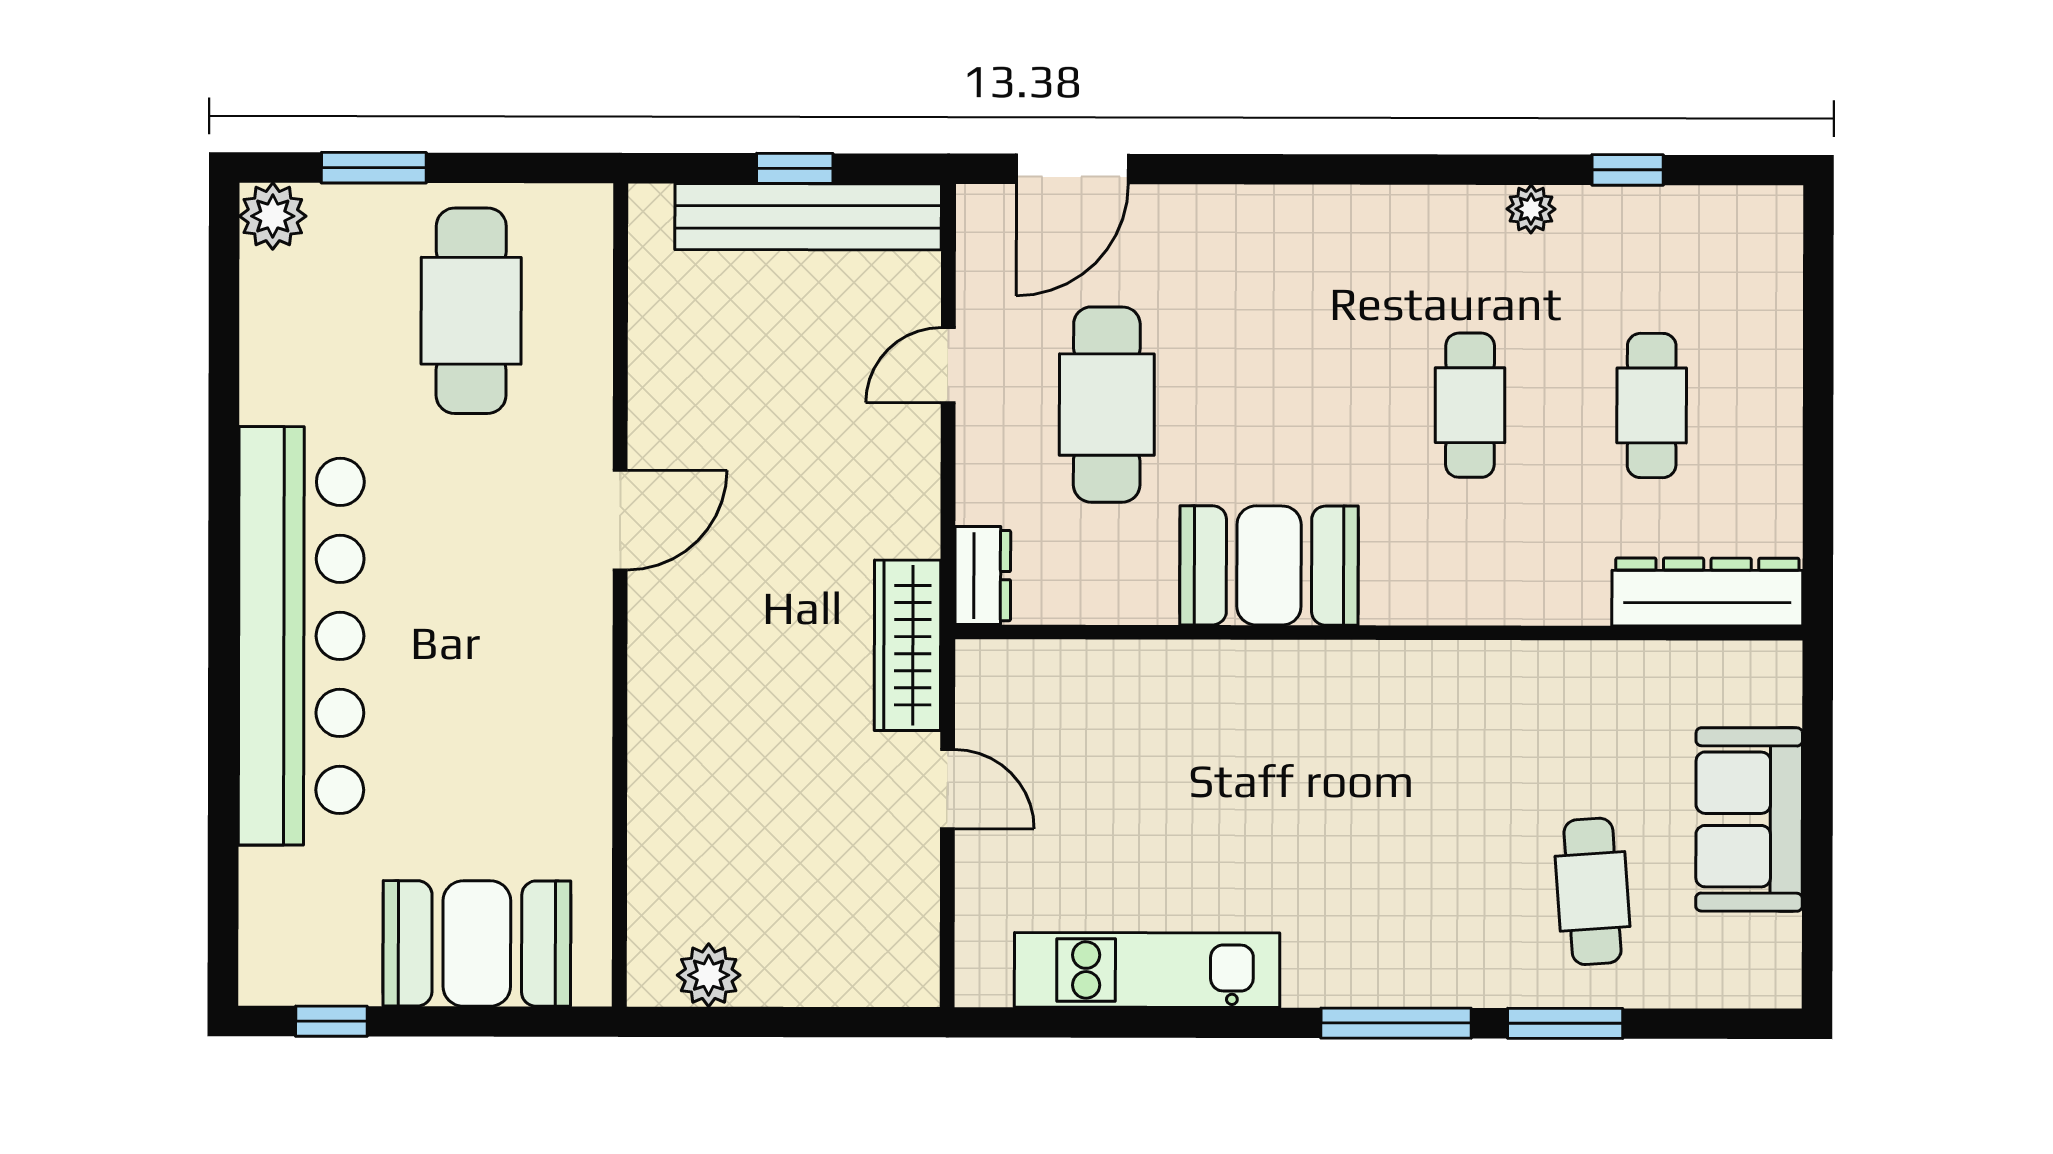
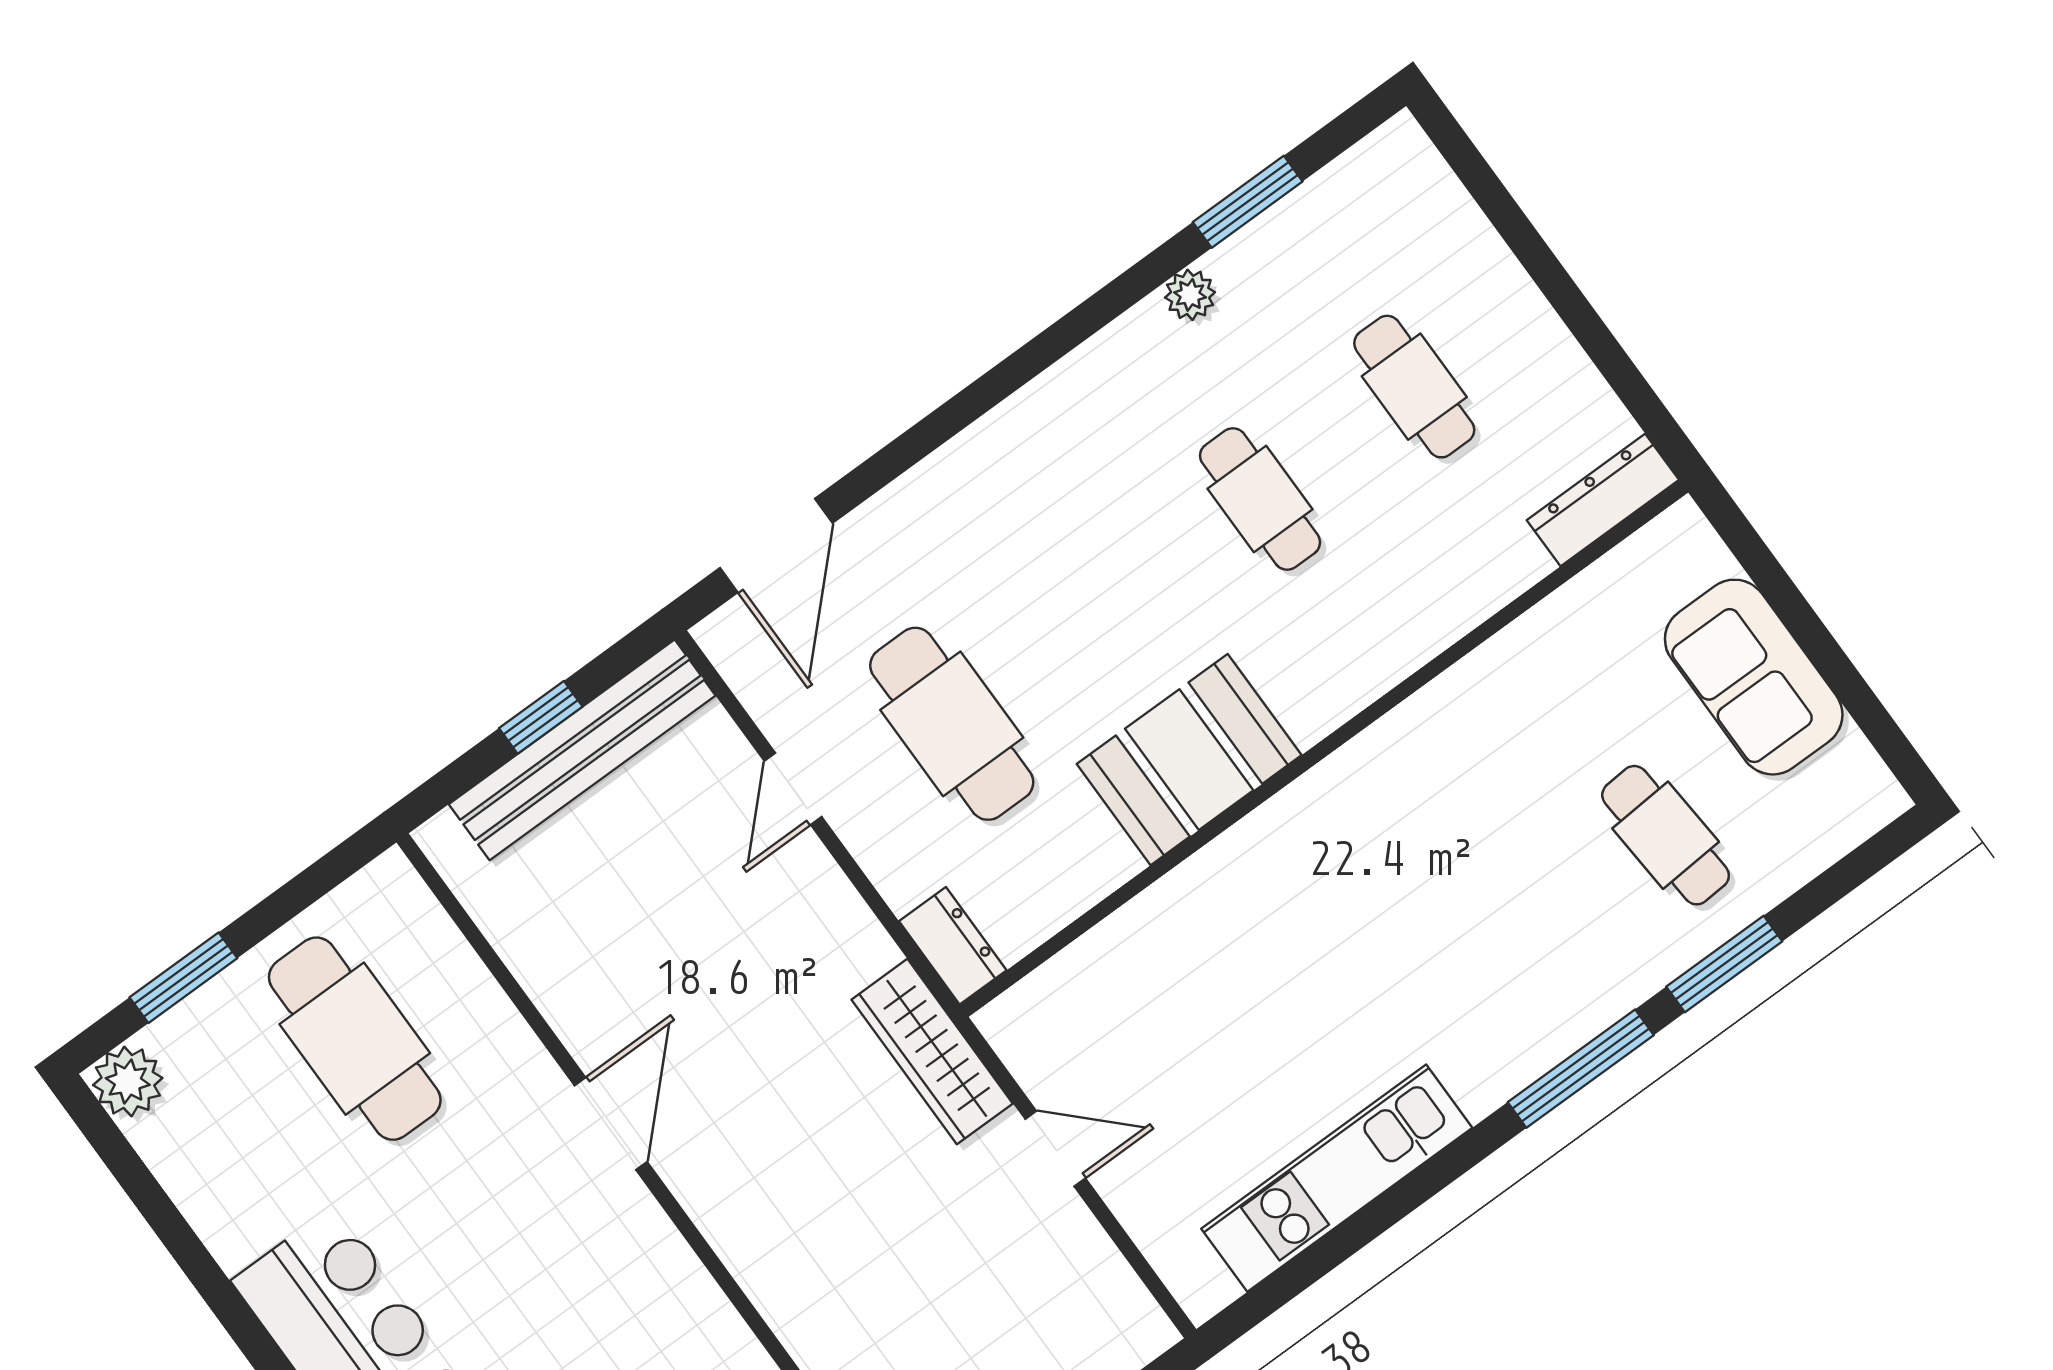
window: (1628, 170) -> (1248, 202), width x1.50
dresser: (1707, 592) -> (1603, 500), width x0.73, depth x0.80

